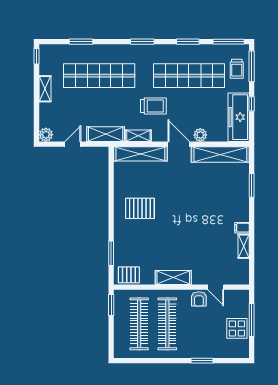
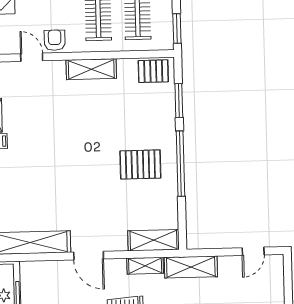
plant: (46, 135) -> (274, 264), removed
plant: (200, 135) -> (59, 269), removed
door: (73, 144) -> (253, 251), moved
shelving: (140, 154) -> (153, 240), width x0.68
window: (111, 208) -> (180, 164), added

